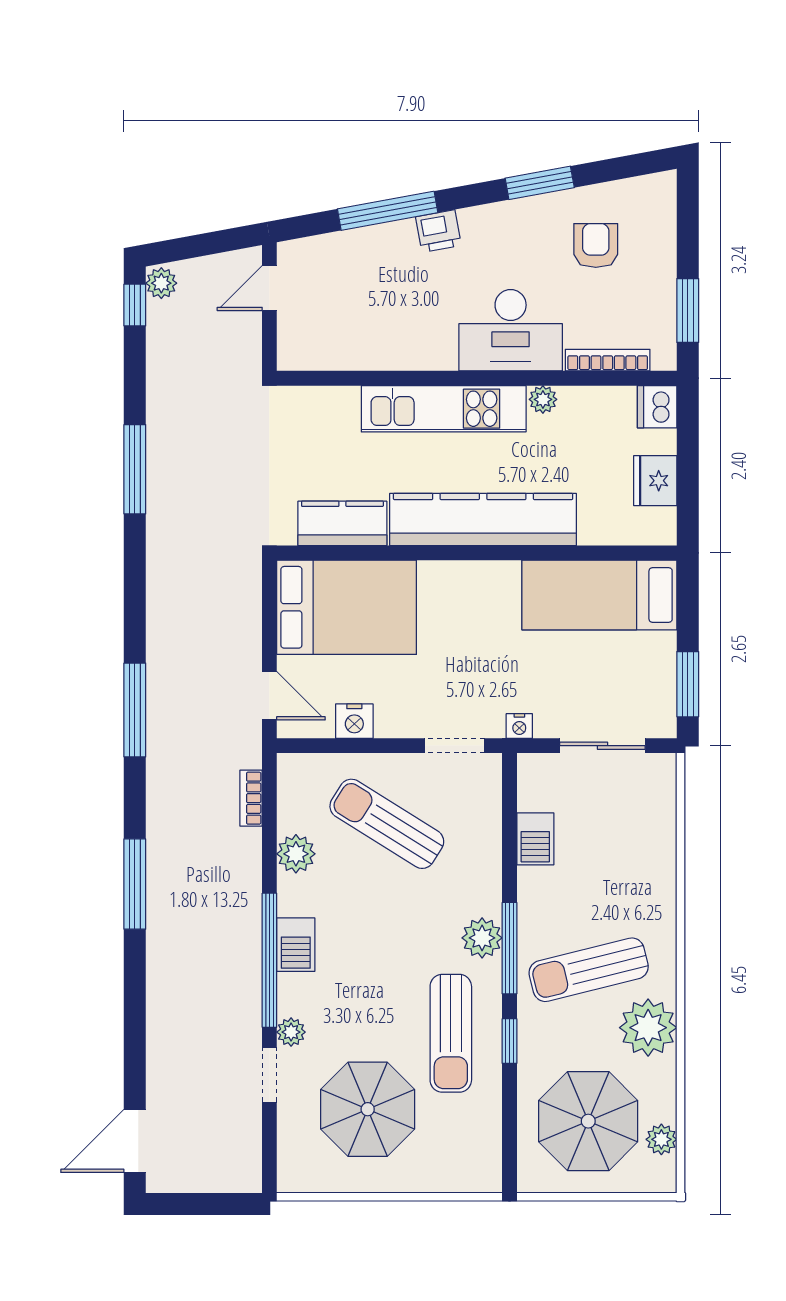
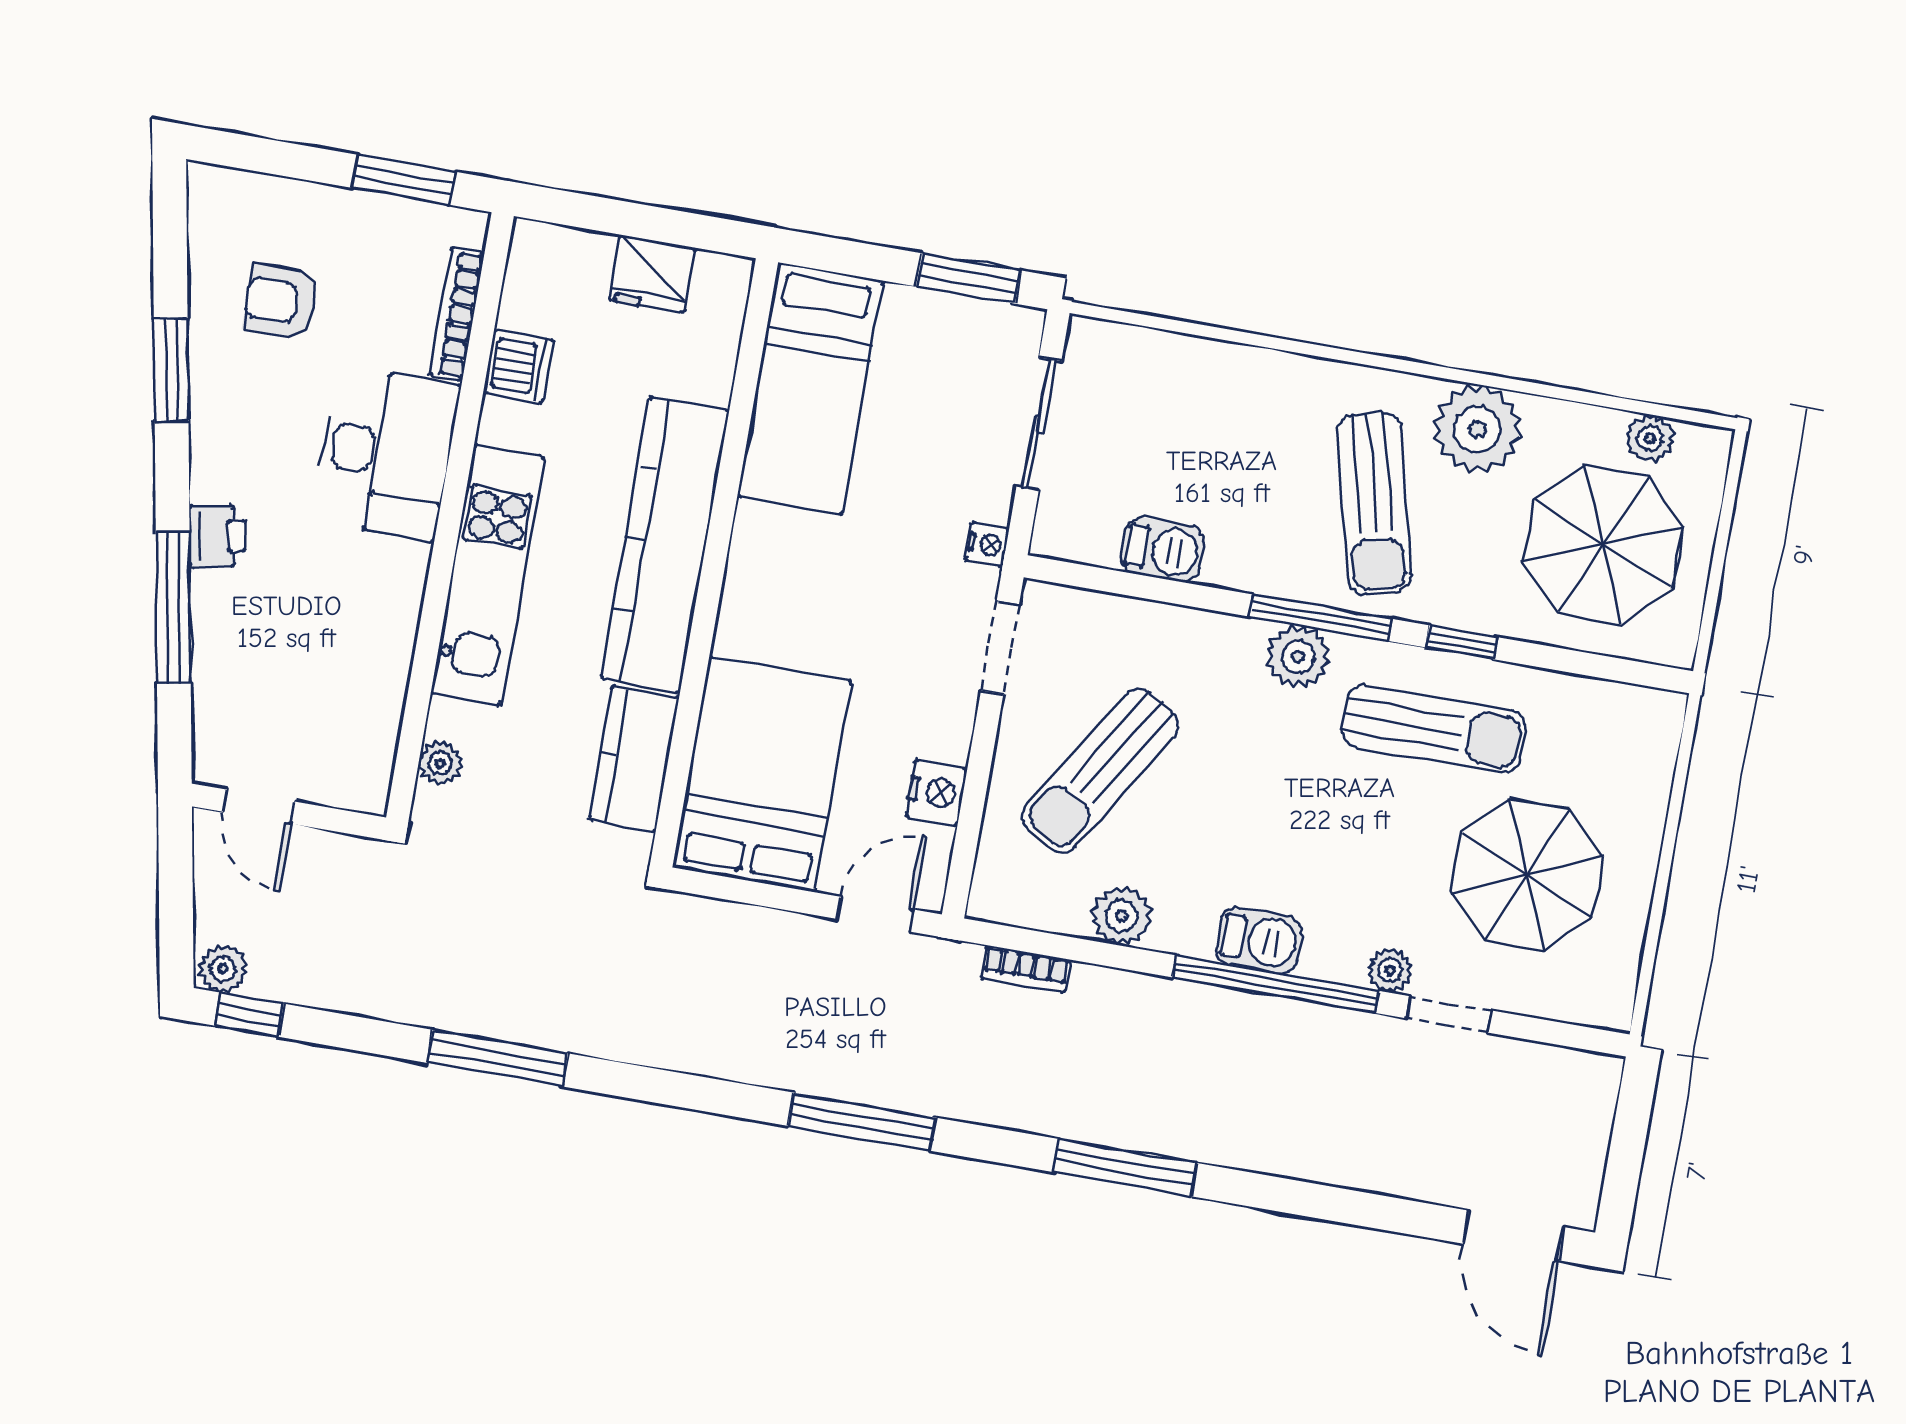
plant: (543, 399) -> (440, 763), moved
dishwasher: (657, 407) -> (518, 366), moved, turned -90

